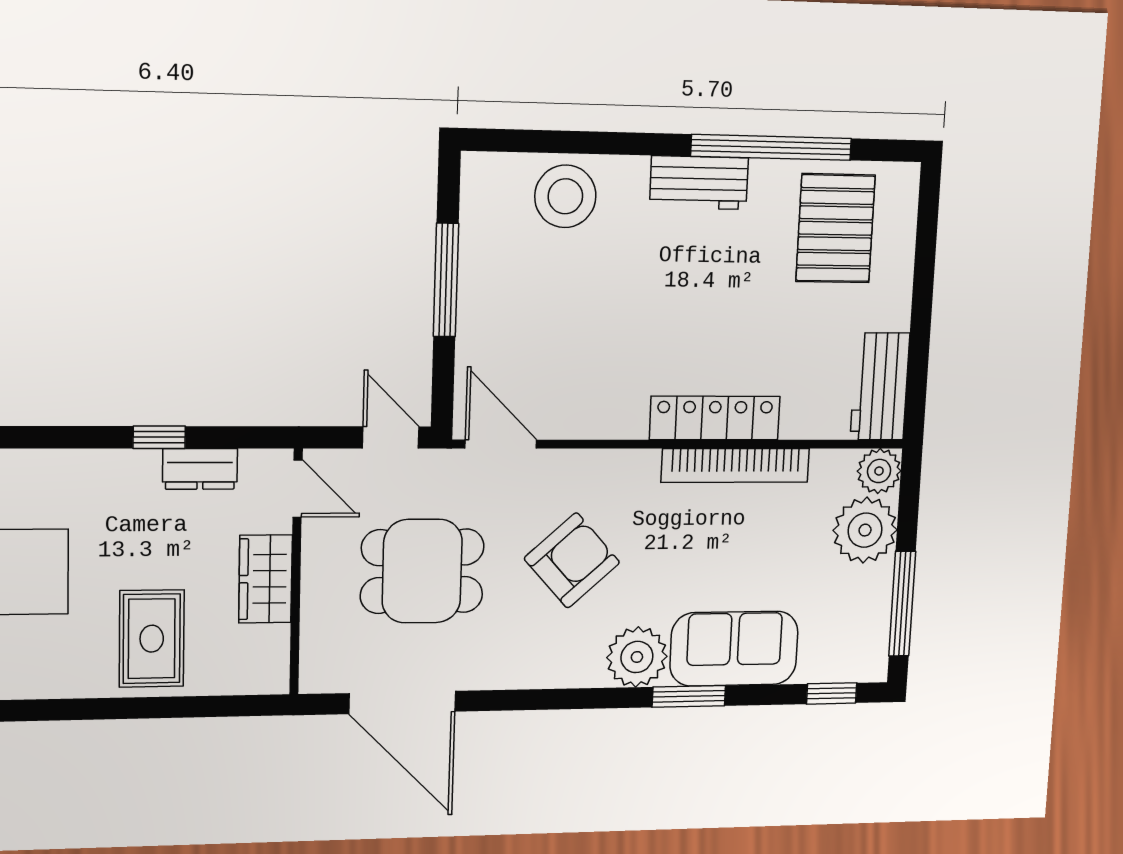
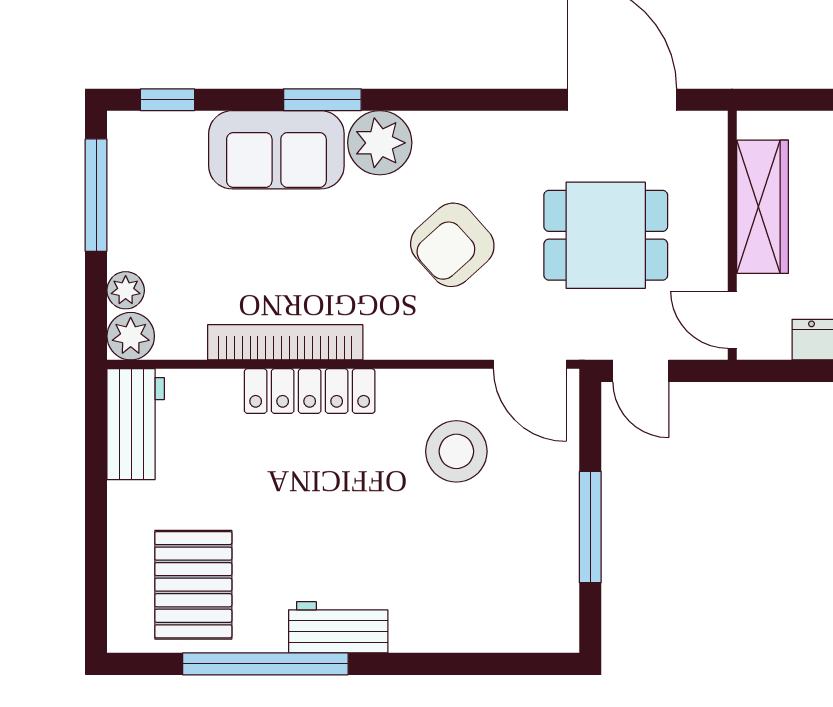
stool: (565, 196) -> (456, 451), moved
plant: (865, 530) -> (126, 290), width x0.53, depth x0.53
wardrobe: (265, 579) -> (763, 207), width x1.50

